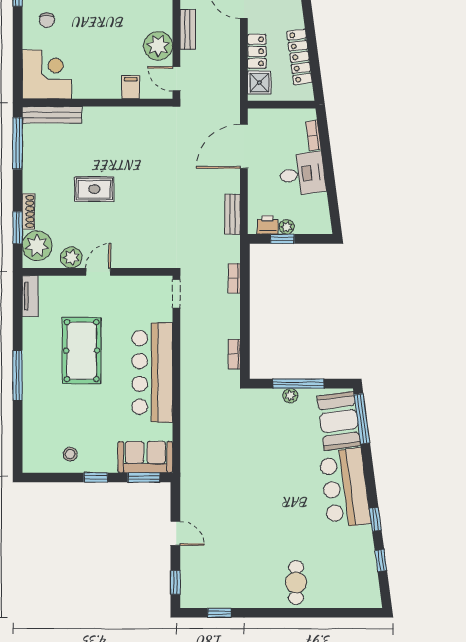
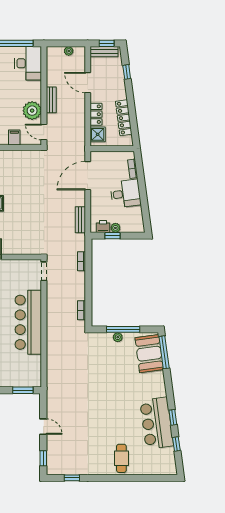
sofa: (145, 457) -> (24, 377), removed
bar counter: (345, 488) -> (157, 423), moved

